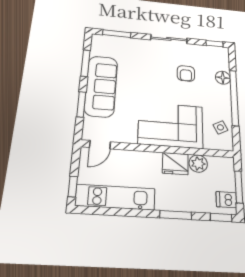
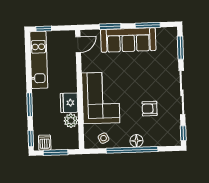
sliding door: (169, 39) -> (182, 93), width x1.37
floor lamp: (223, 78) -> (136, 141), moved
door: (100, 145) -> (78, 45), swing flipped

